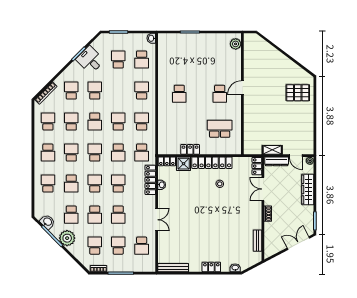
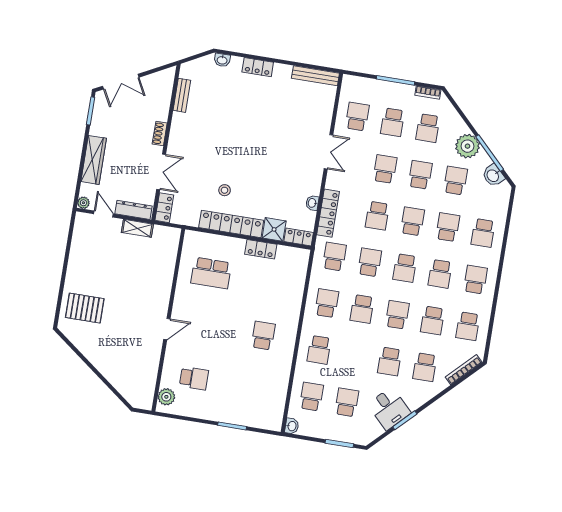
school desk: (118, 59) -> (347, 402), turned 180
school desk: (220, 94) -> (194, 378), moved, turned 90
school desk: (142, 122) -> (327, 303), turned 180
school desk: (95, 184) -> (413, 221), turned 180
double door: (157, 220) -> (328, 152), swing flipped

